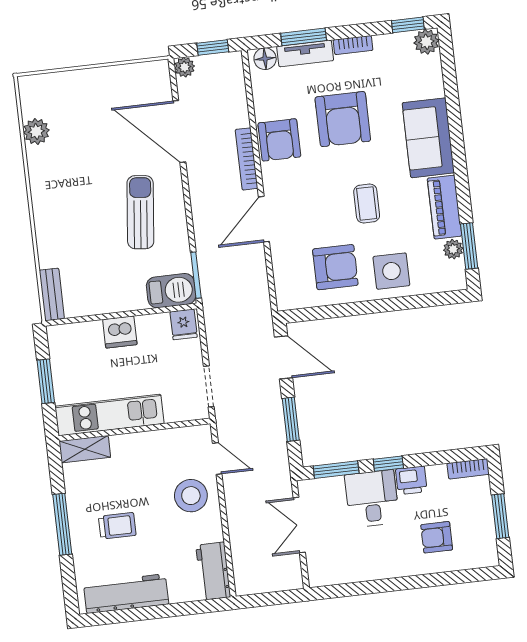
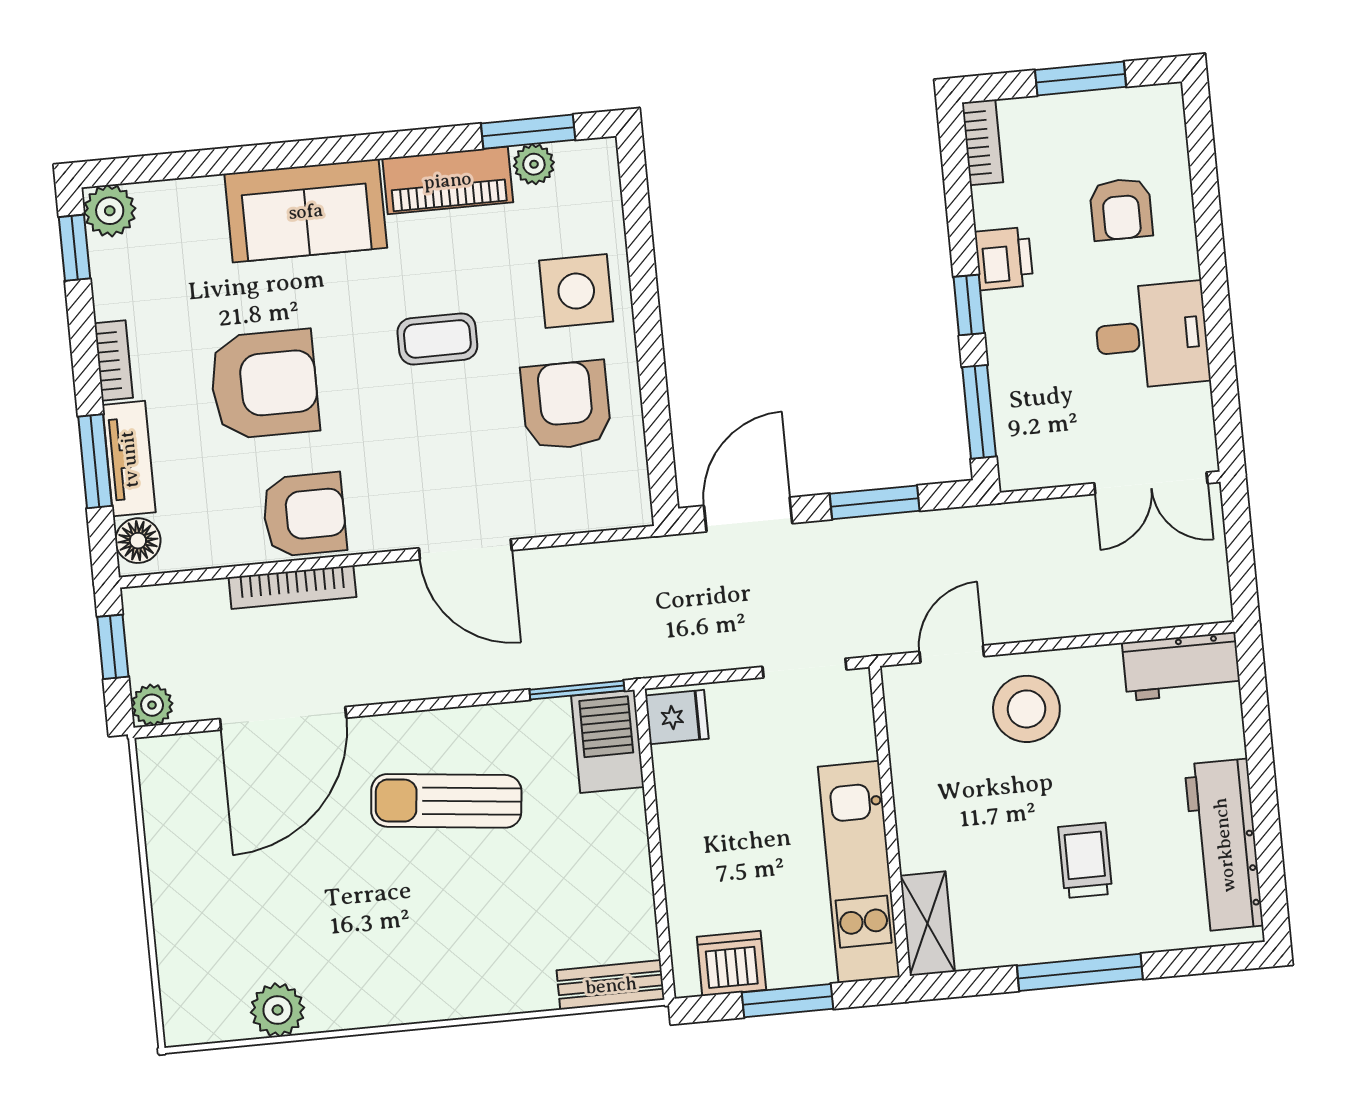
bookcase: (246, 159) -> (292, 587), moved
dishwasher: (120, 332) -> (731, 963), moved, turned -90
desk: (372, 499) -> (1152, 336), moved, turned 180
double door: (299, 525) -> (1151, 483), moved

